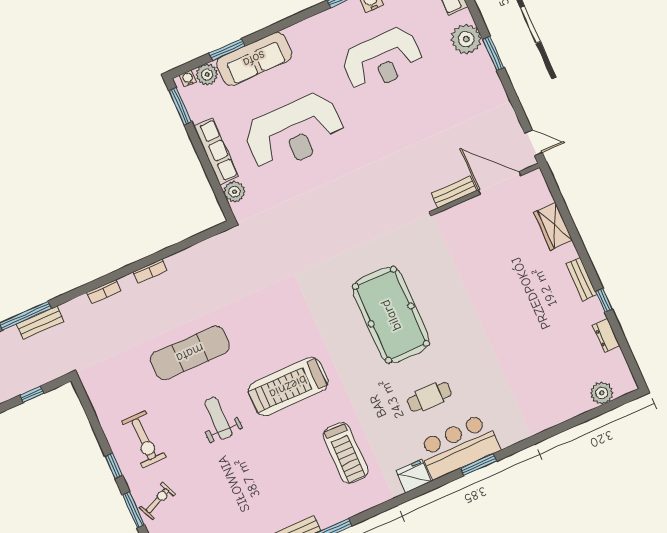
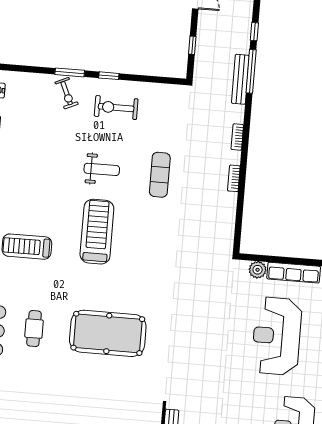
bench: (40, 323) -> (240, 79), width x1.36
exercise mat: (190, 353) -> (160, 175), width x0.73, depth x0.69

